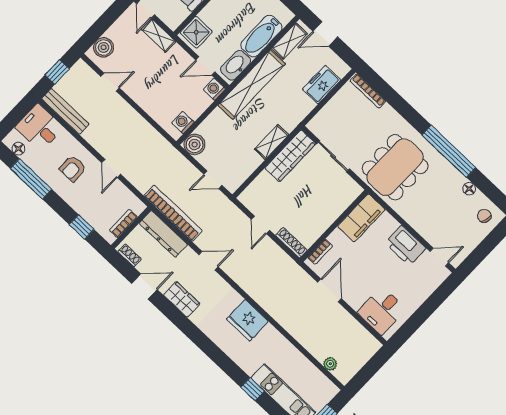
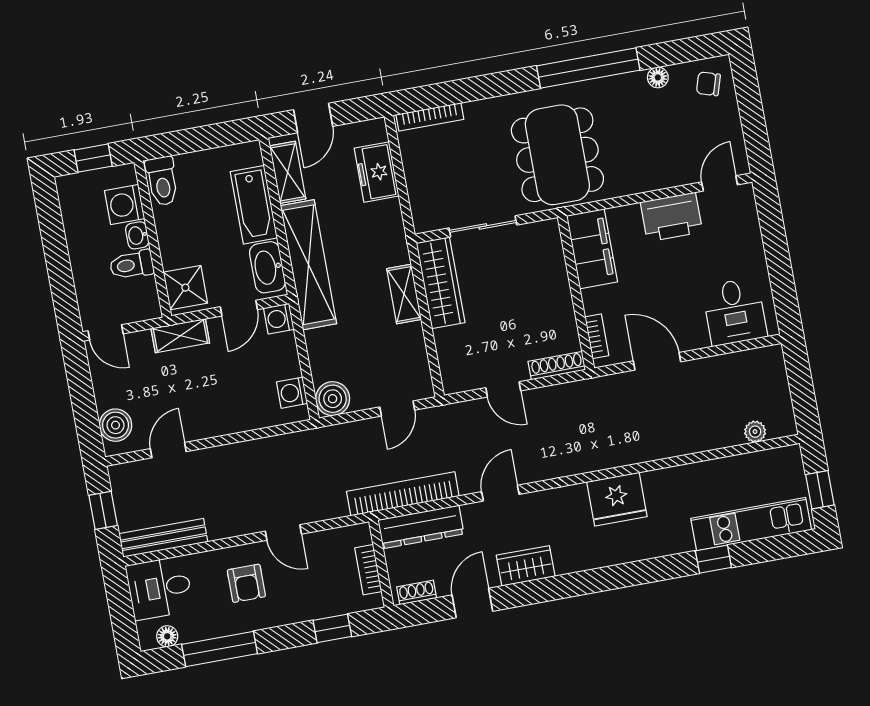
shelving: (159, 35) -> (180, 336), moved

